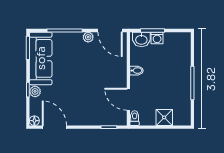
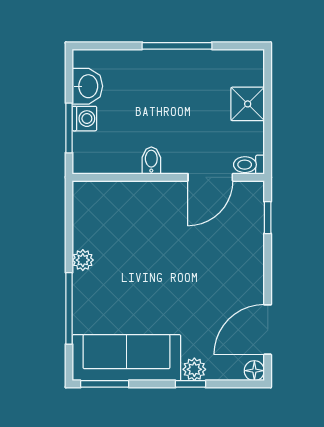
door: (110, 30) -> (69, 215), removed
washbasin: (141, 39) -> (87, 86), moved

